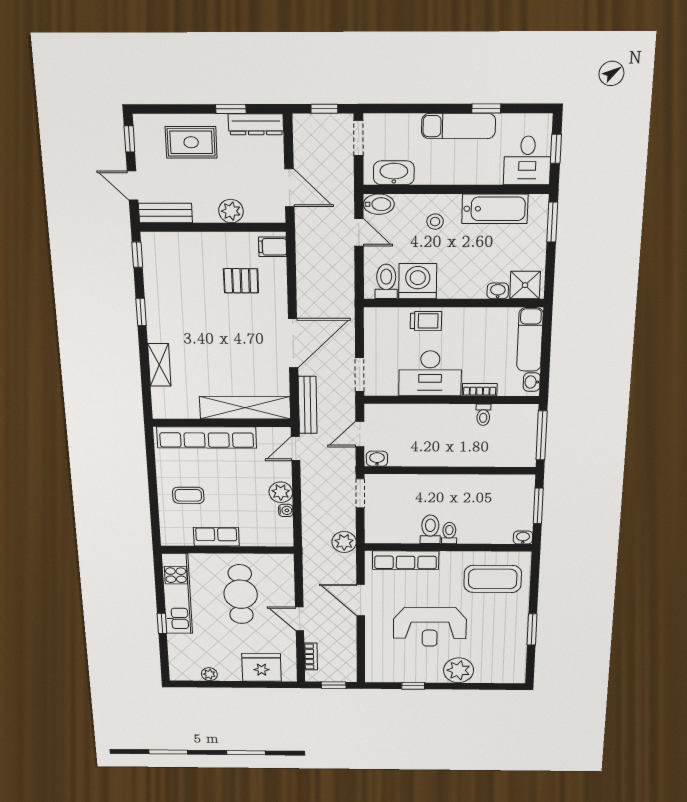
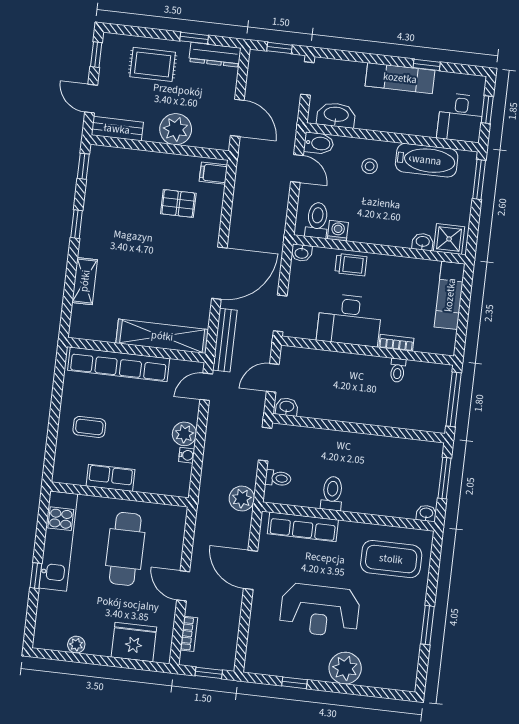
plant: (231, 211) -> (176, 129), width x1.36, depth x1.36
washing machine: (418, 281) -> (338, 231), width x0.53, depth x0.53
washbasin: (532, 382) -> (302, 253), moved, turned -90
toilet: (449, 533) -> (278, 478), moved, turned 90

